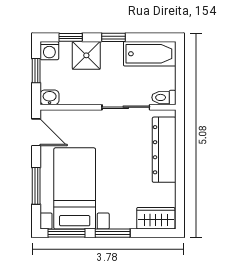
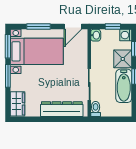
bathtub: (150, 54) -> (124, 86), moved

